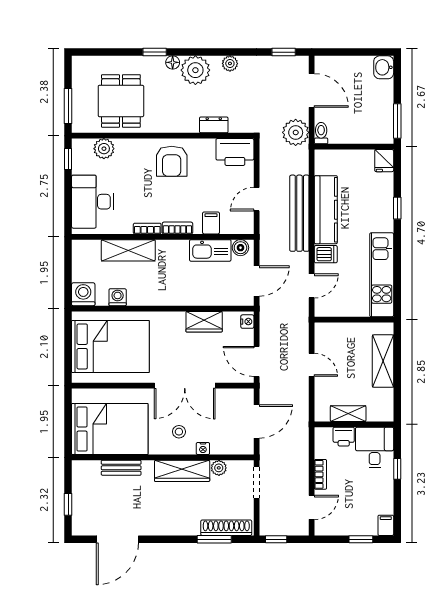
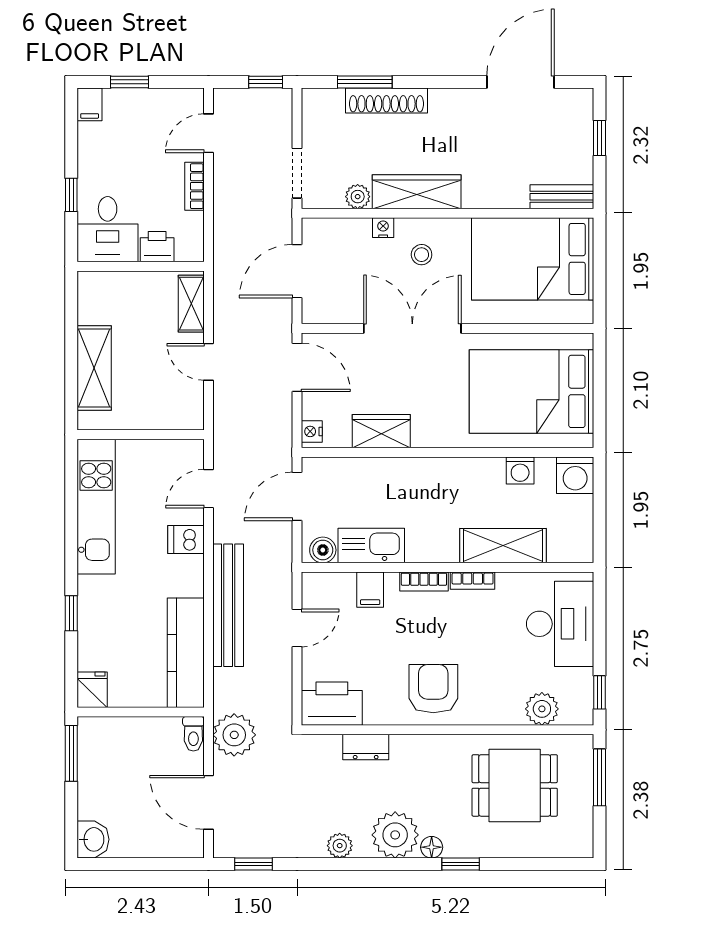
dining table: (121, 101) -> (515, 785), turned 90
kitchen counter: (326, 210) -> (186, 653), moved
shelving: (348, 414) -> (191, 304), moved, turned 90
bench: (121, 468) -> (562, 197), moved
shoe rack: (226, 528) -> (387, 100), moved

